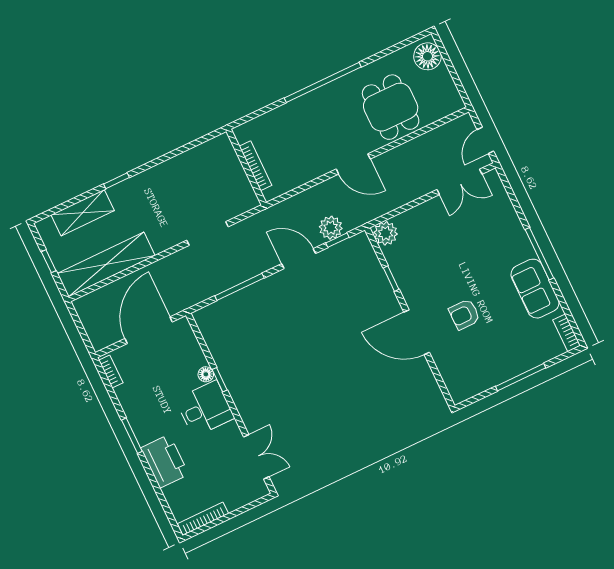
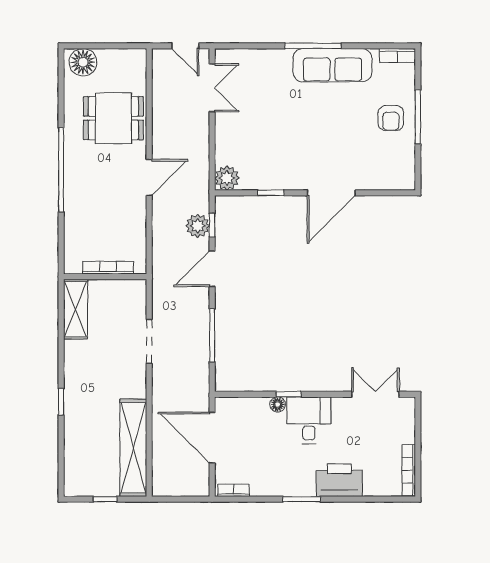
shelving: (83, 213) -> (76, 309), moved
sofa: (535, 289) -> (333, 65), width x1.36
armchair: (464, 314) -> (391, 118), moved

